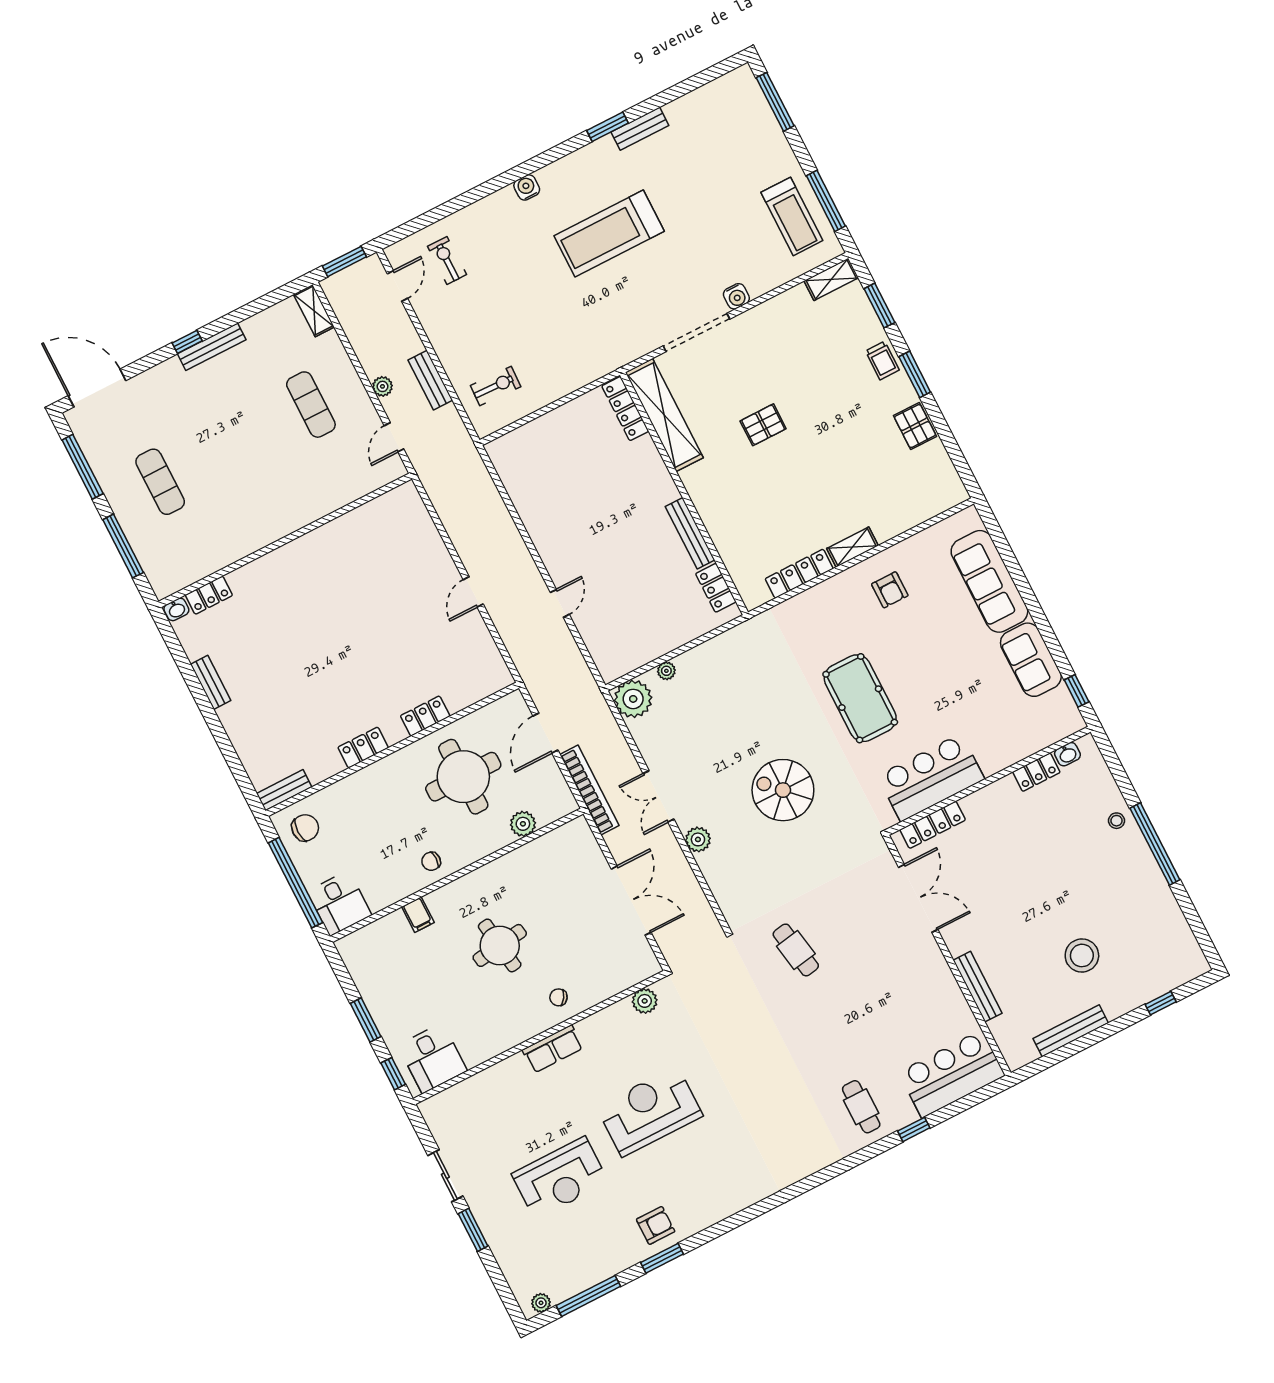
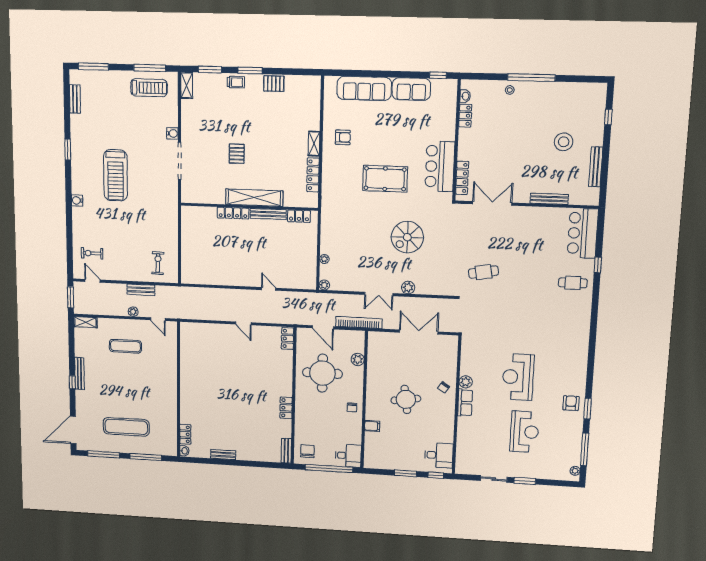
bench: (640, 129) -> (75, 99), moved
locker: (625, 409) -> (233, 213), moved
shelving: (664, 415) -> (254, 198), moved
exercise mat: (160, 482) -> (126, 427), width x1.36, depth x1.45
plant: (633, 699) -> (324, 285), width x0.53, depth x0.53
locker: (425, 716) -> (287, 338), moved
plant: (645, 1001) -> (466, 382), moved

